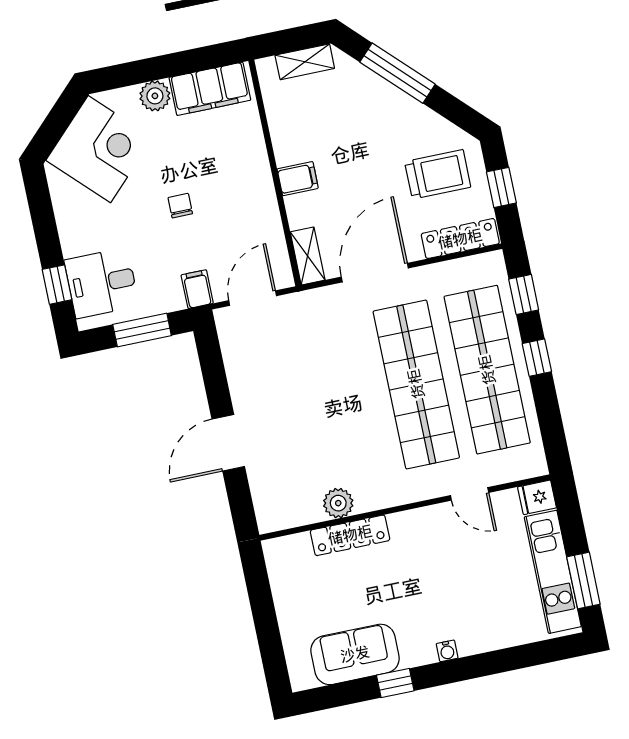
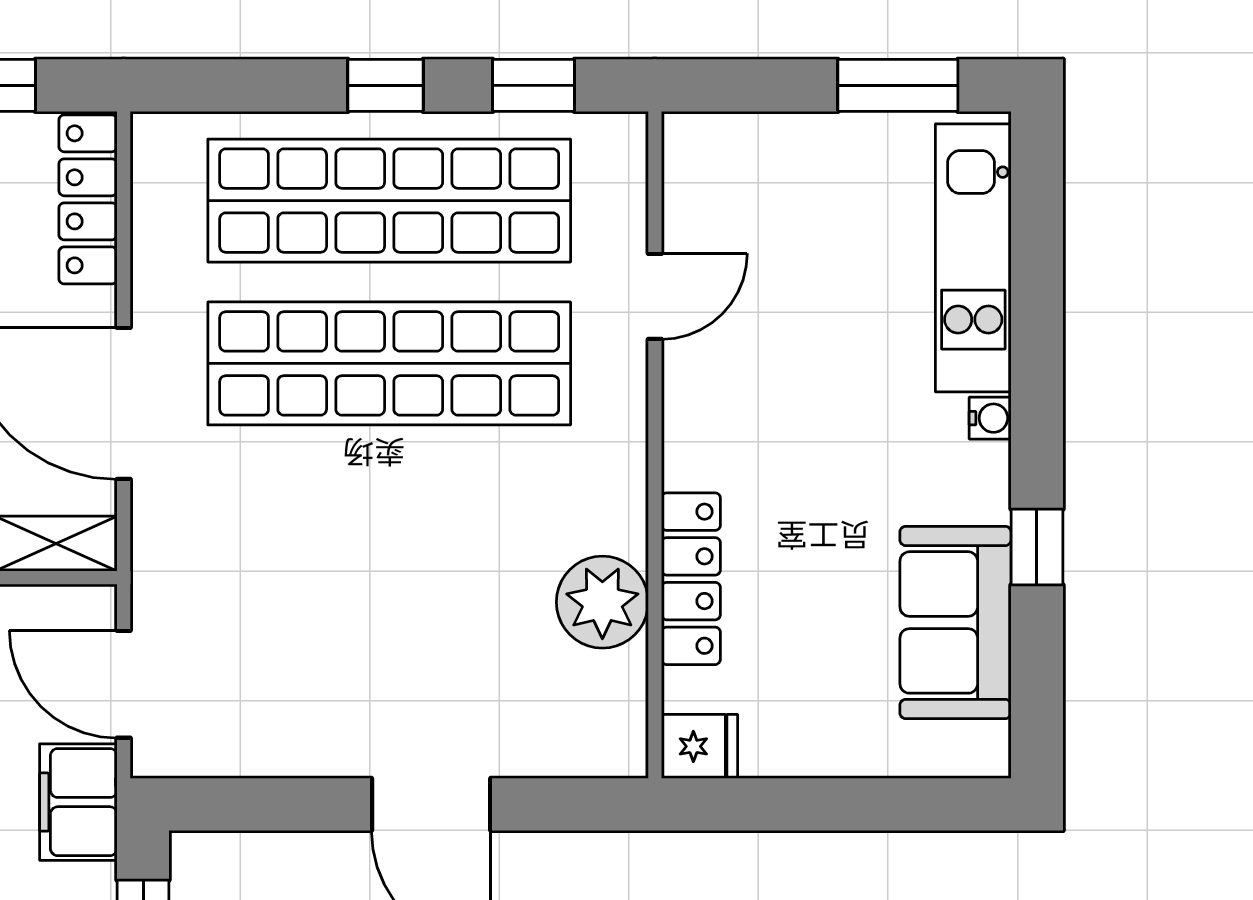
filing cabinet: (197, 289) -> (78, 802), width x2.00
window: (524, 294) -> (533, 85), moved
fridge: (537, 497) -> (699, 746), moved, turned -90
plant: (338, 503) -> (602, 602), width x1.36, depth x1.36
kitchen unit: (553, 572) -> (973, 258), moved, turned 90

